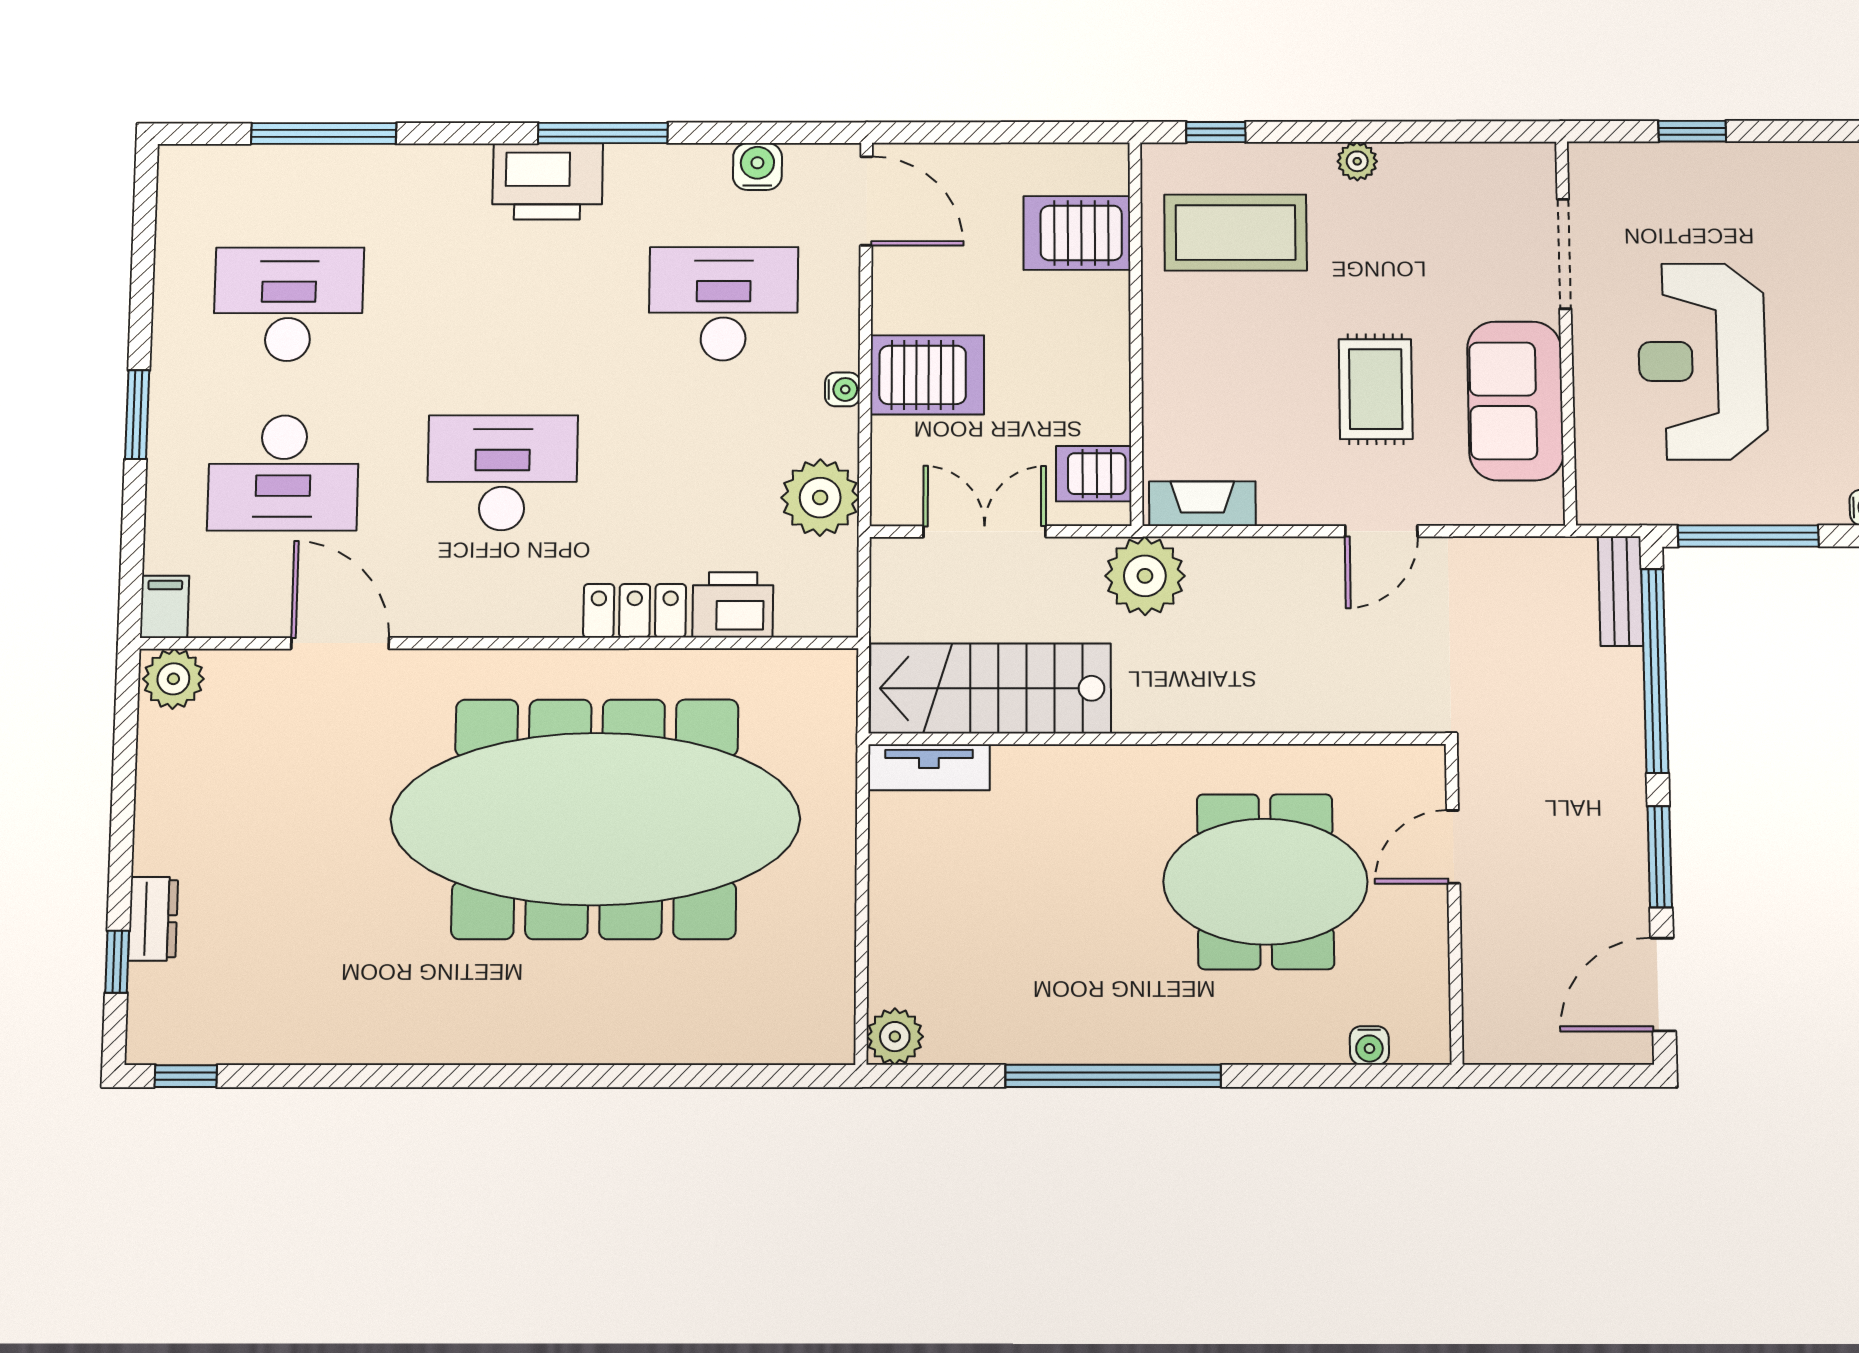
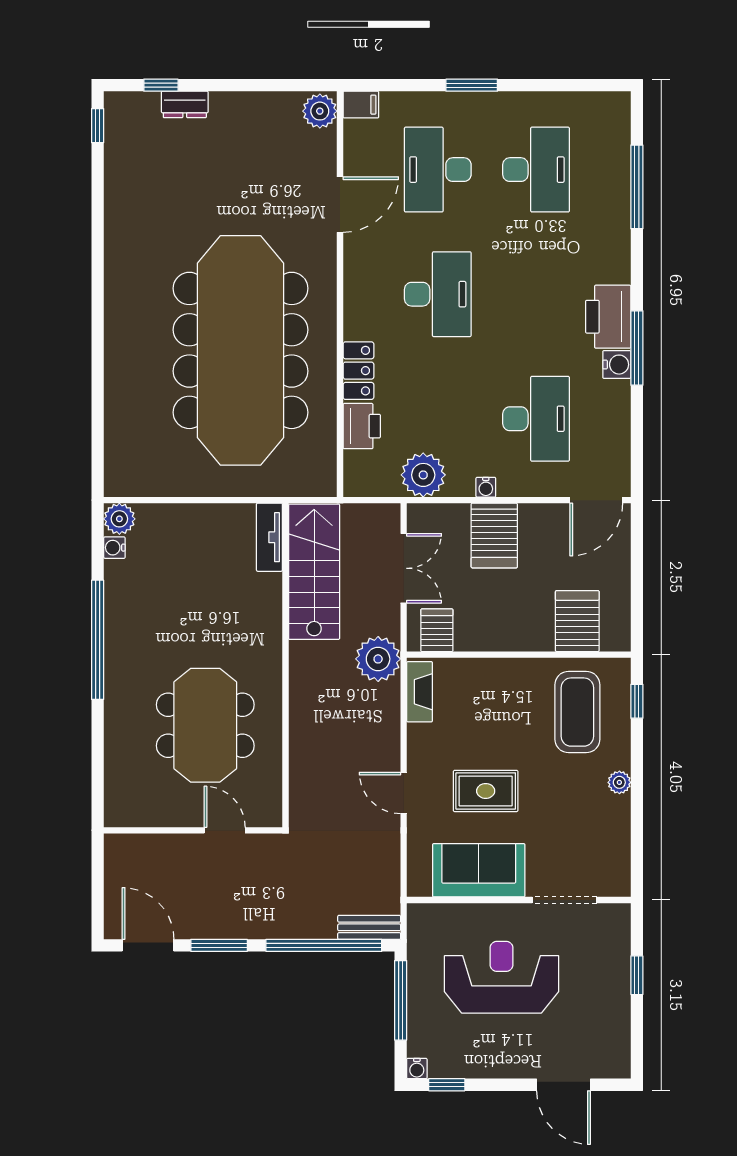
water cooler: (757, 166) -> (617, 365), moved
water cooler: (1369, 1045) -> (114, 548), moved

